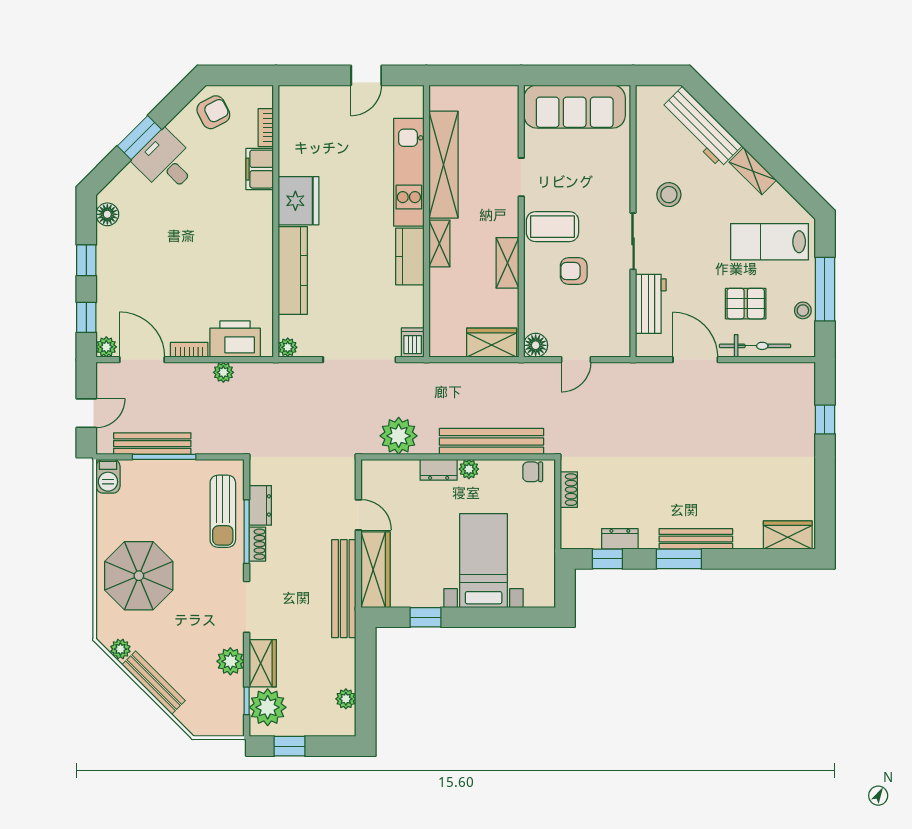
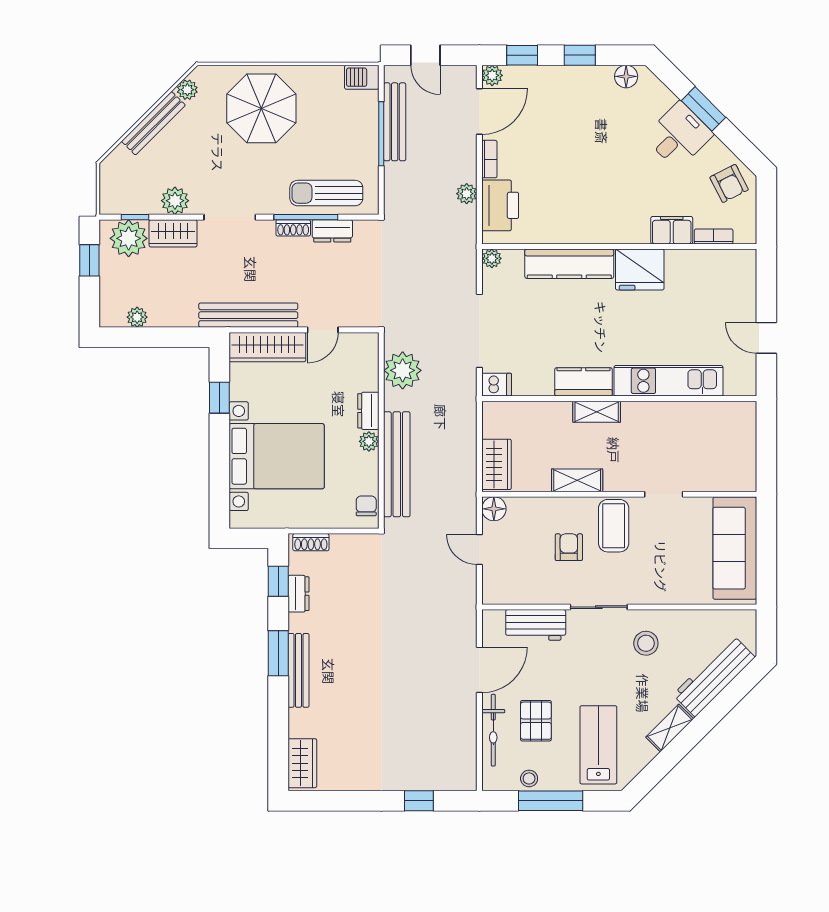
shelving: (443, 165) -> (676, 416), removed
shoe rack: (569, 490) -> (311, 542), moved
bed with nightstands: (484, 561) -> (277, 456), width x1.36

